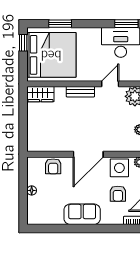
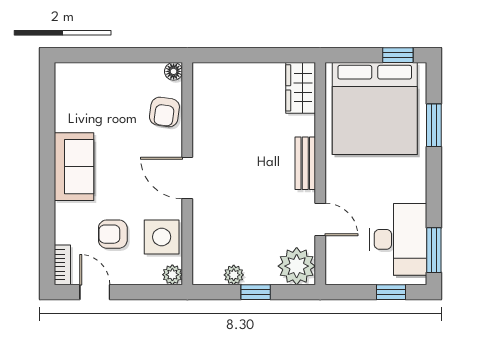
door: (88, 154) -> (187, 178), width x0.73
armchair: (53, 166) -> (164, 112), turned -82
floor lamp: (32, 190) -> (174, 71), moved

